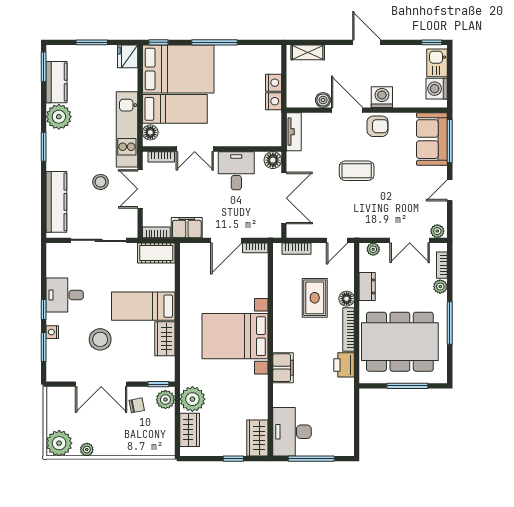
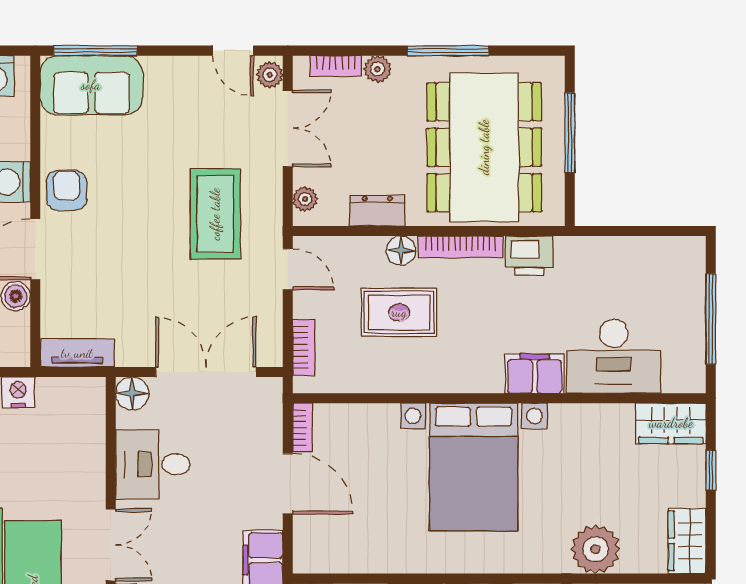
coffee table: (357, 171) -> (215, 214), moved, width x1.36, depth x1.32
door: (450, 190) -> (233, 51), moved
wardrobe: (190, 430) -> (687, 541), moved, turned -90
desk: (292, 432) -> (614, 356), moved

